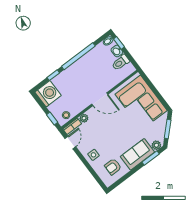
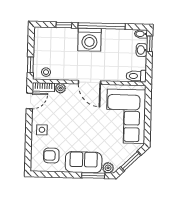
toilet: (121, 62) -> (136, 76), moved
washing machine: (48, 94) -> (89, 40), moved, turned 90

